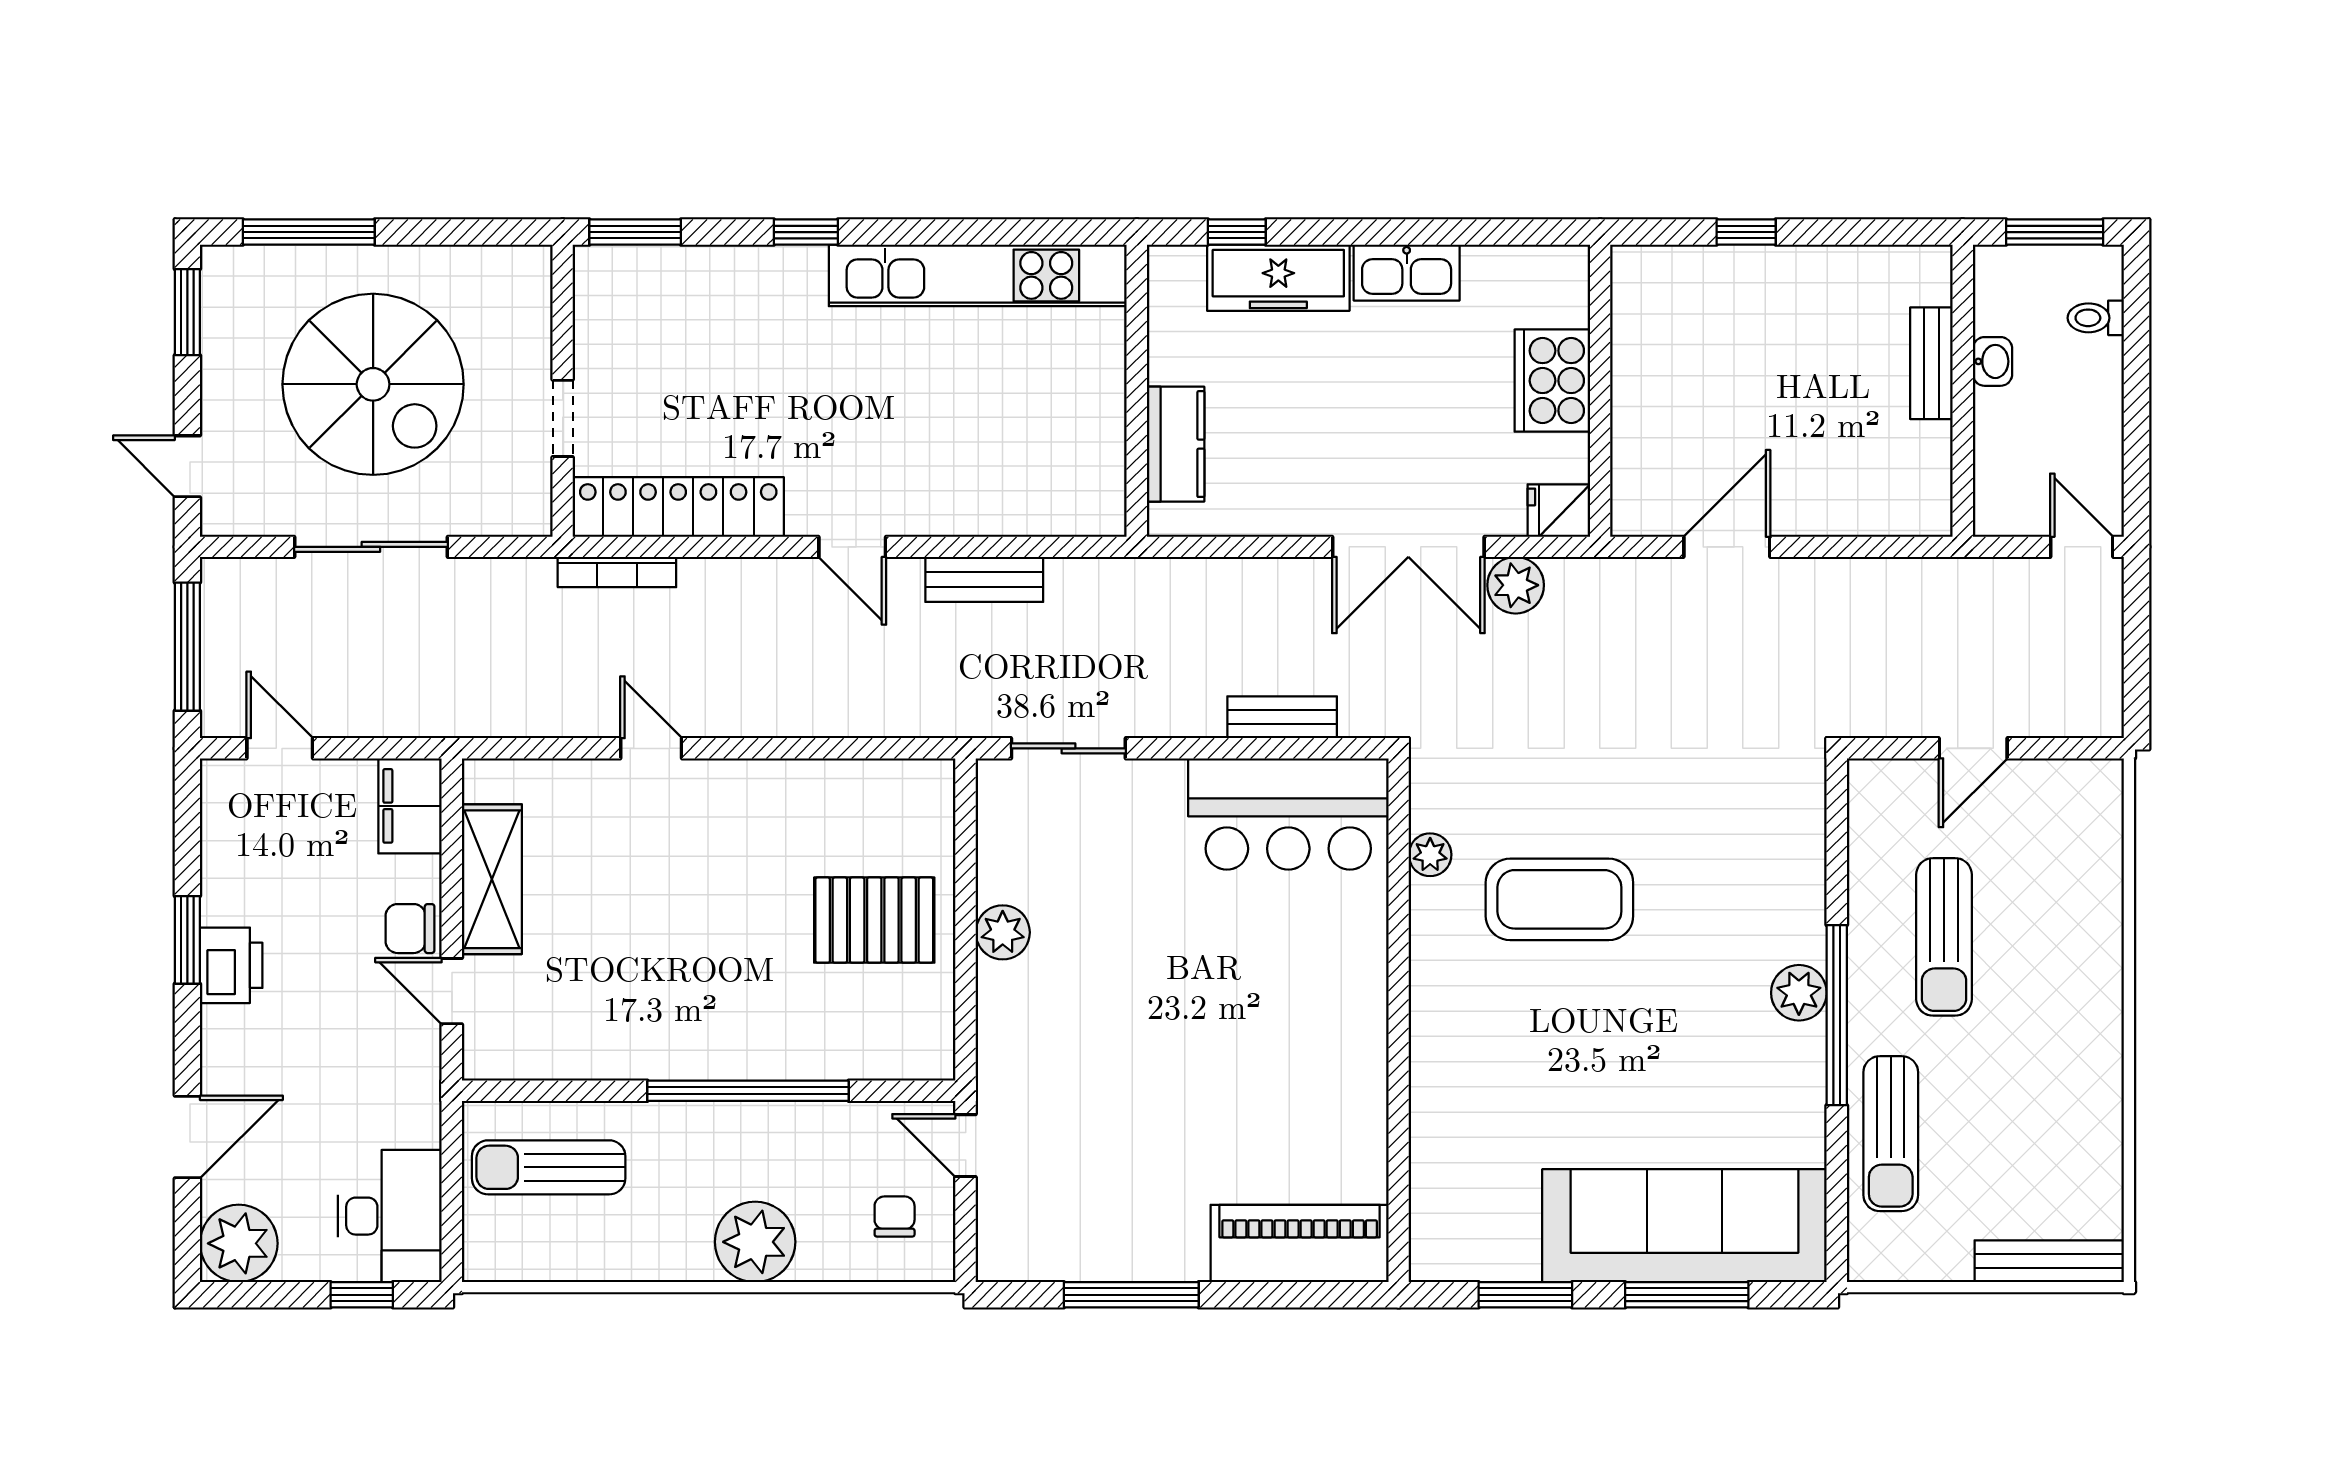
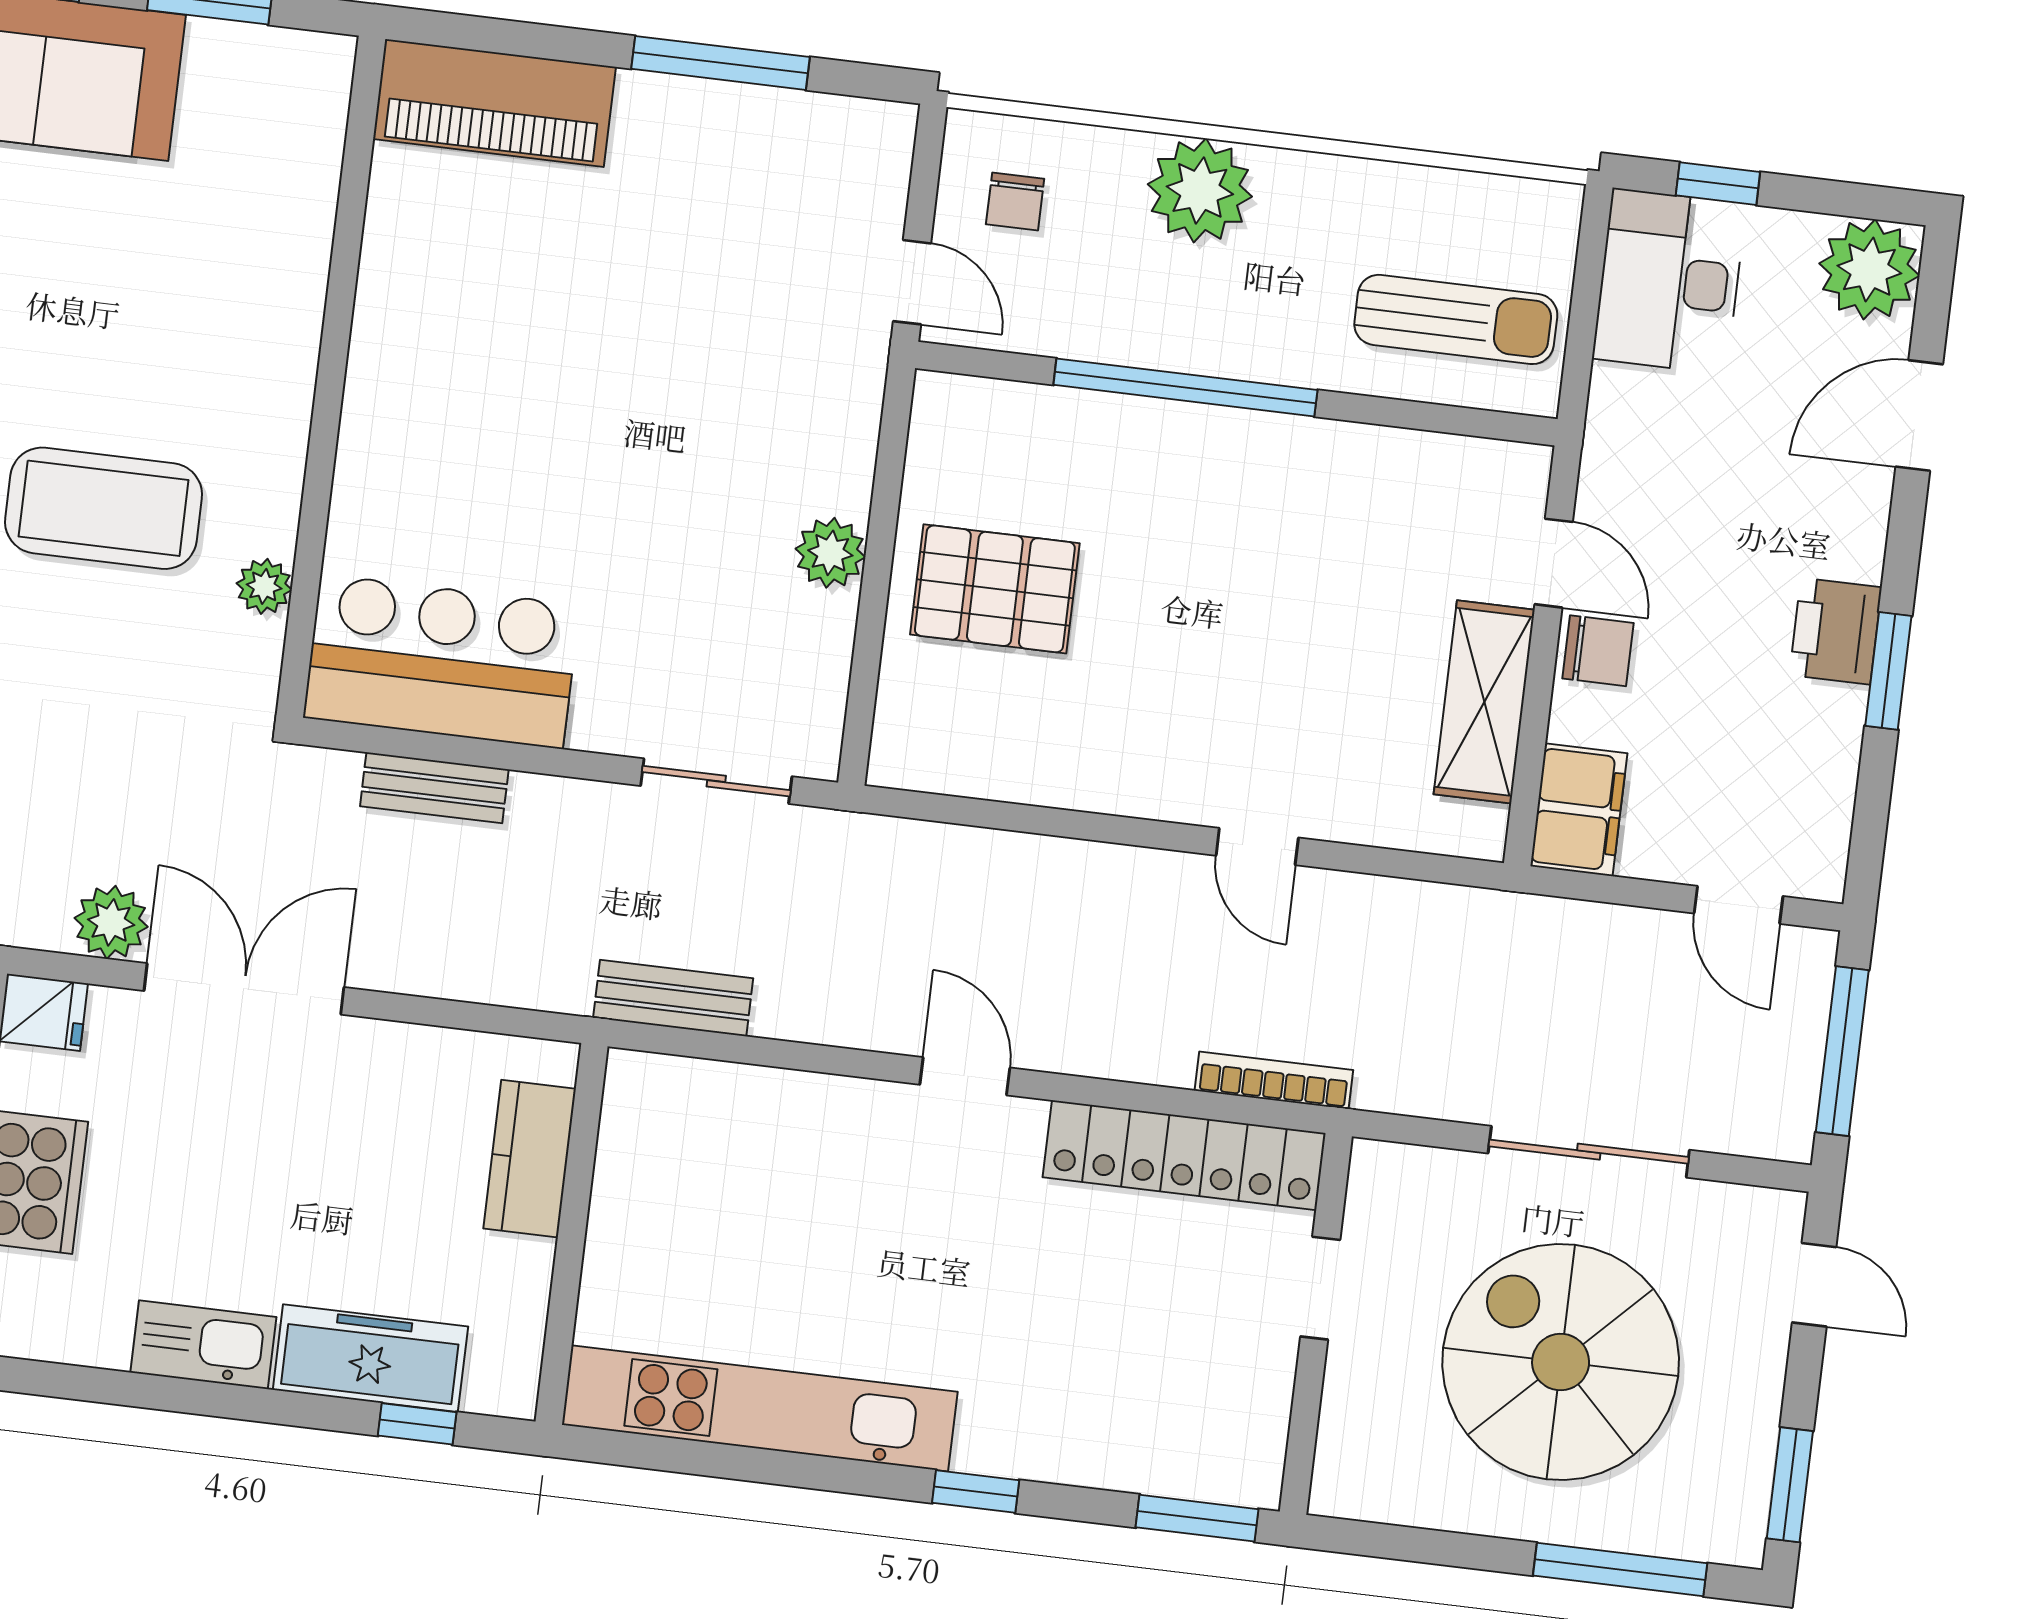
bench: (984, 579) -> (673, 998), moved

